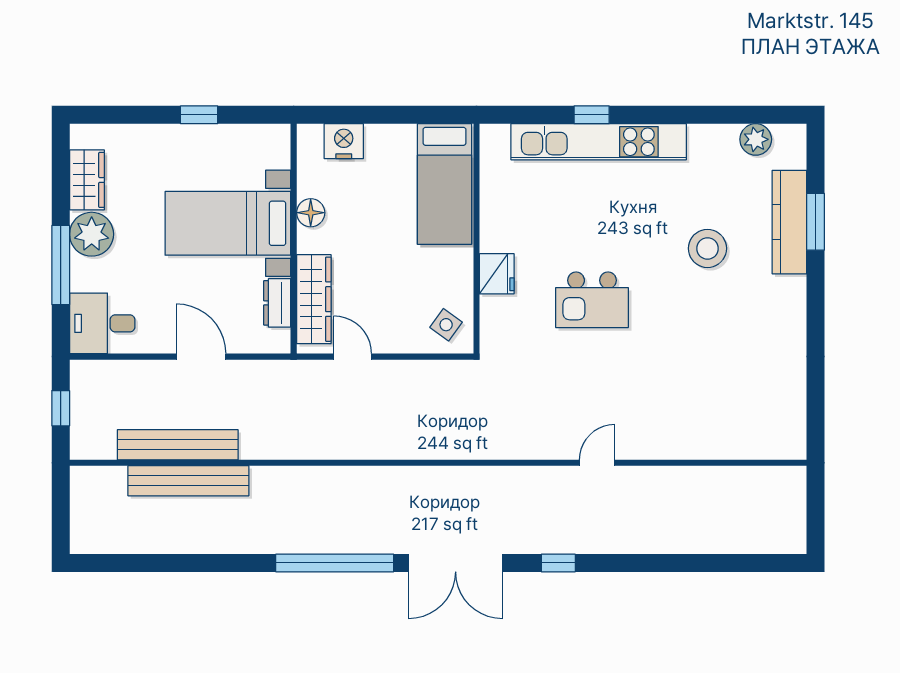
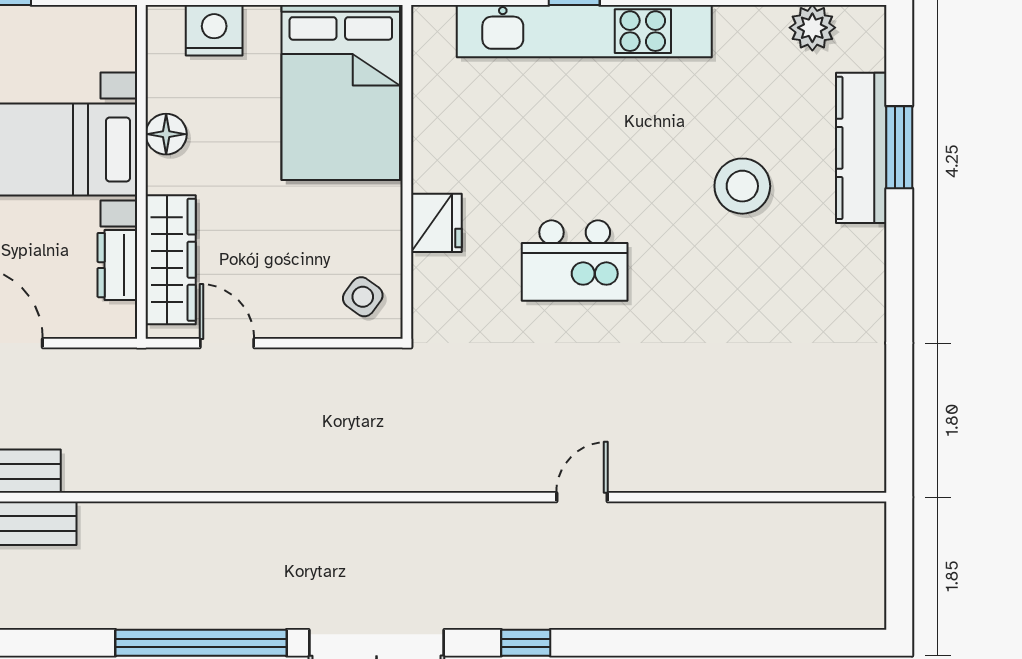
bed: (445, 184) -> (341, 92), width x1.50

